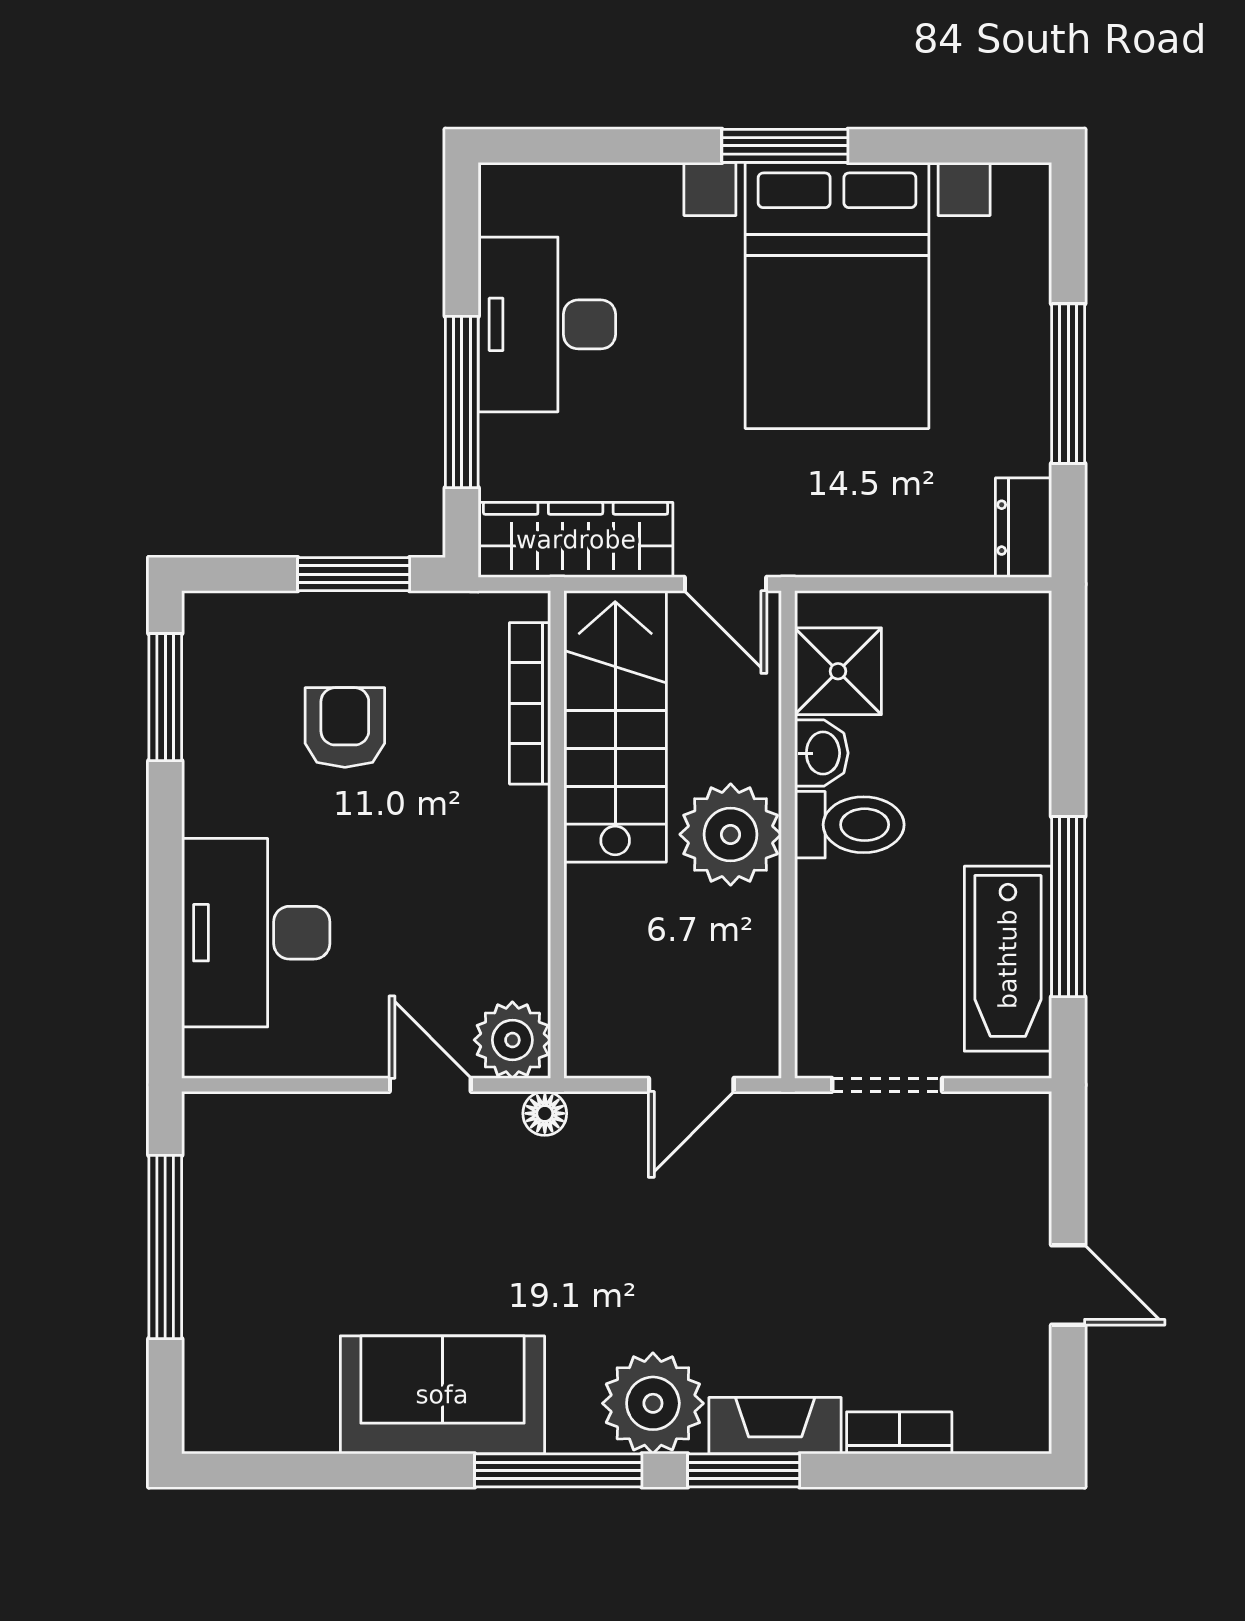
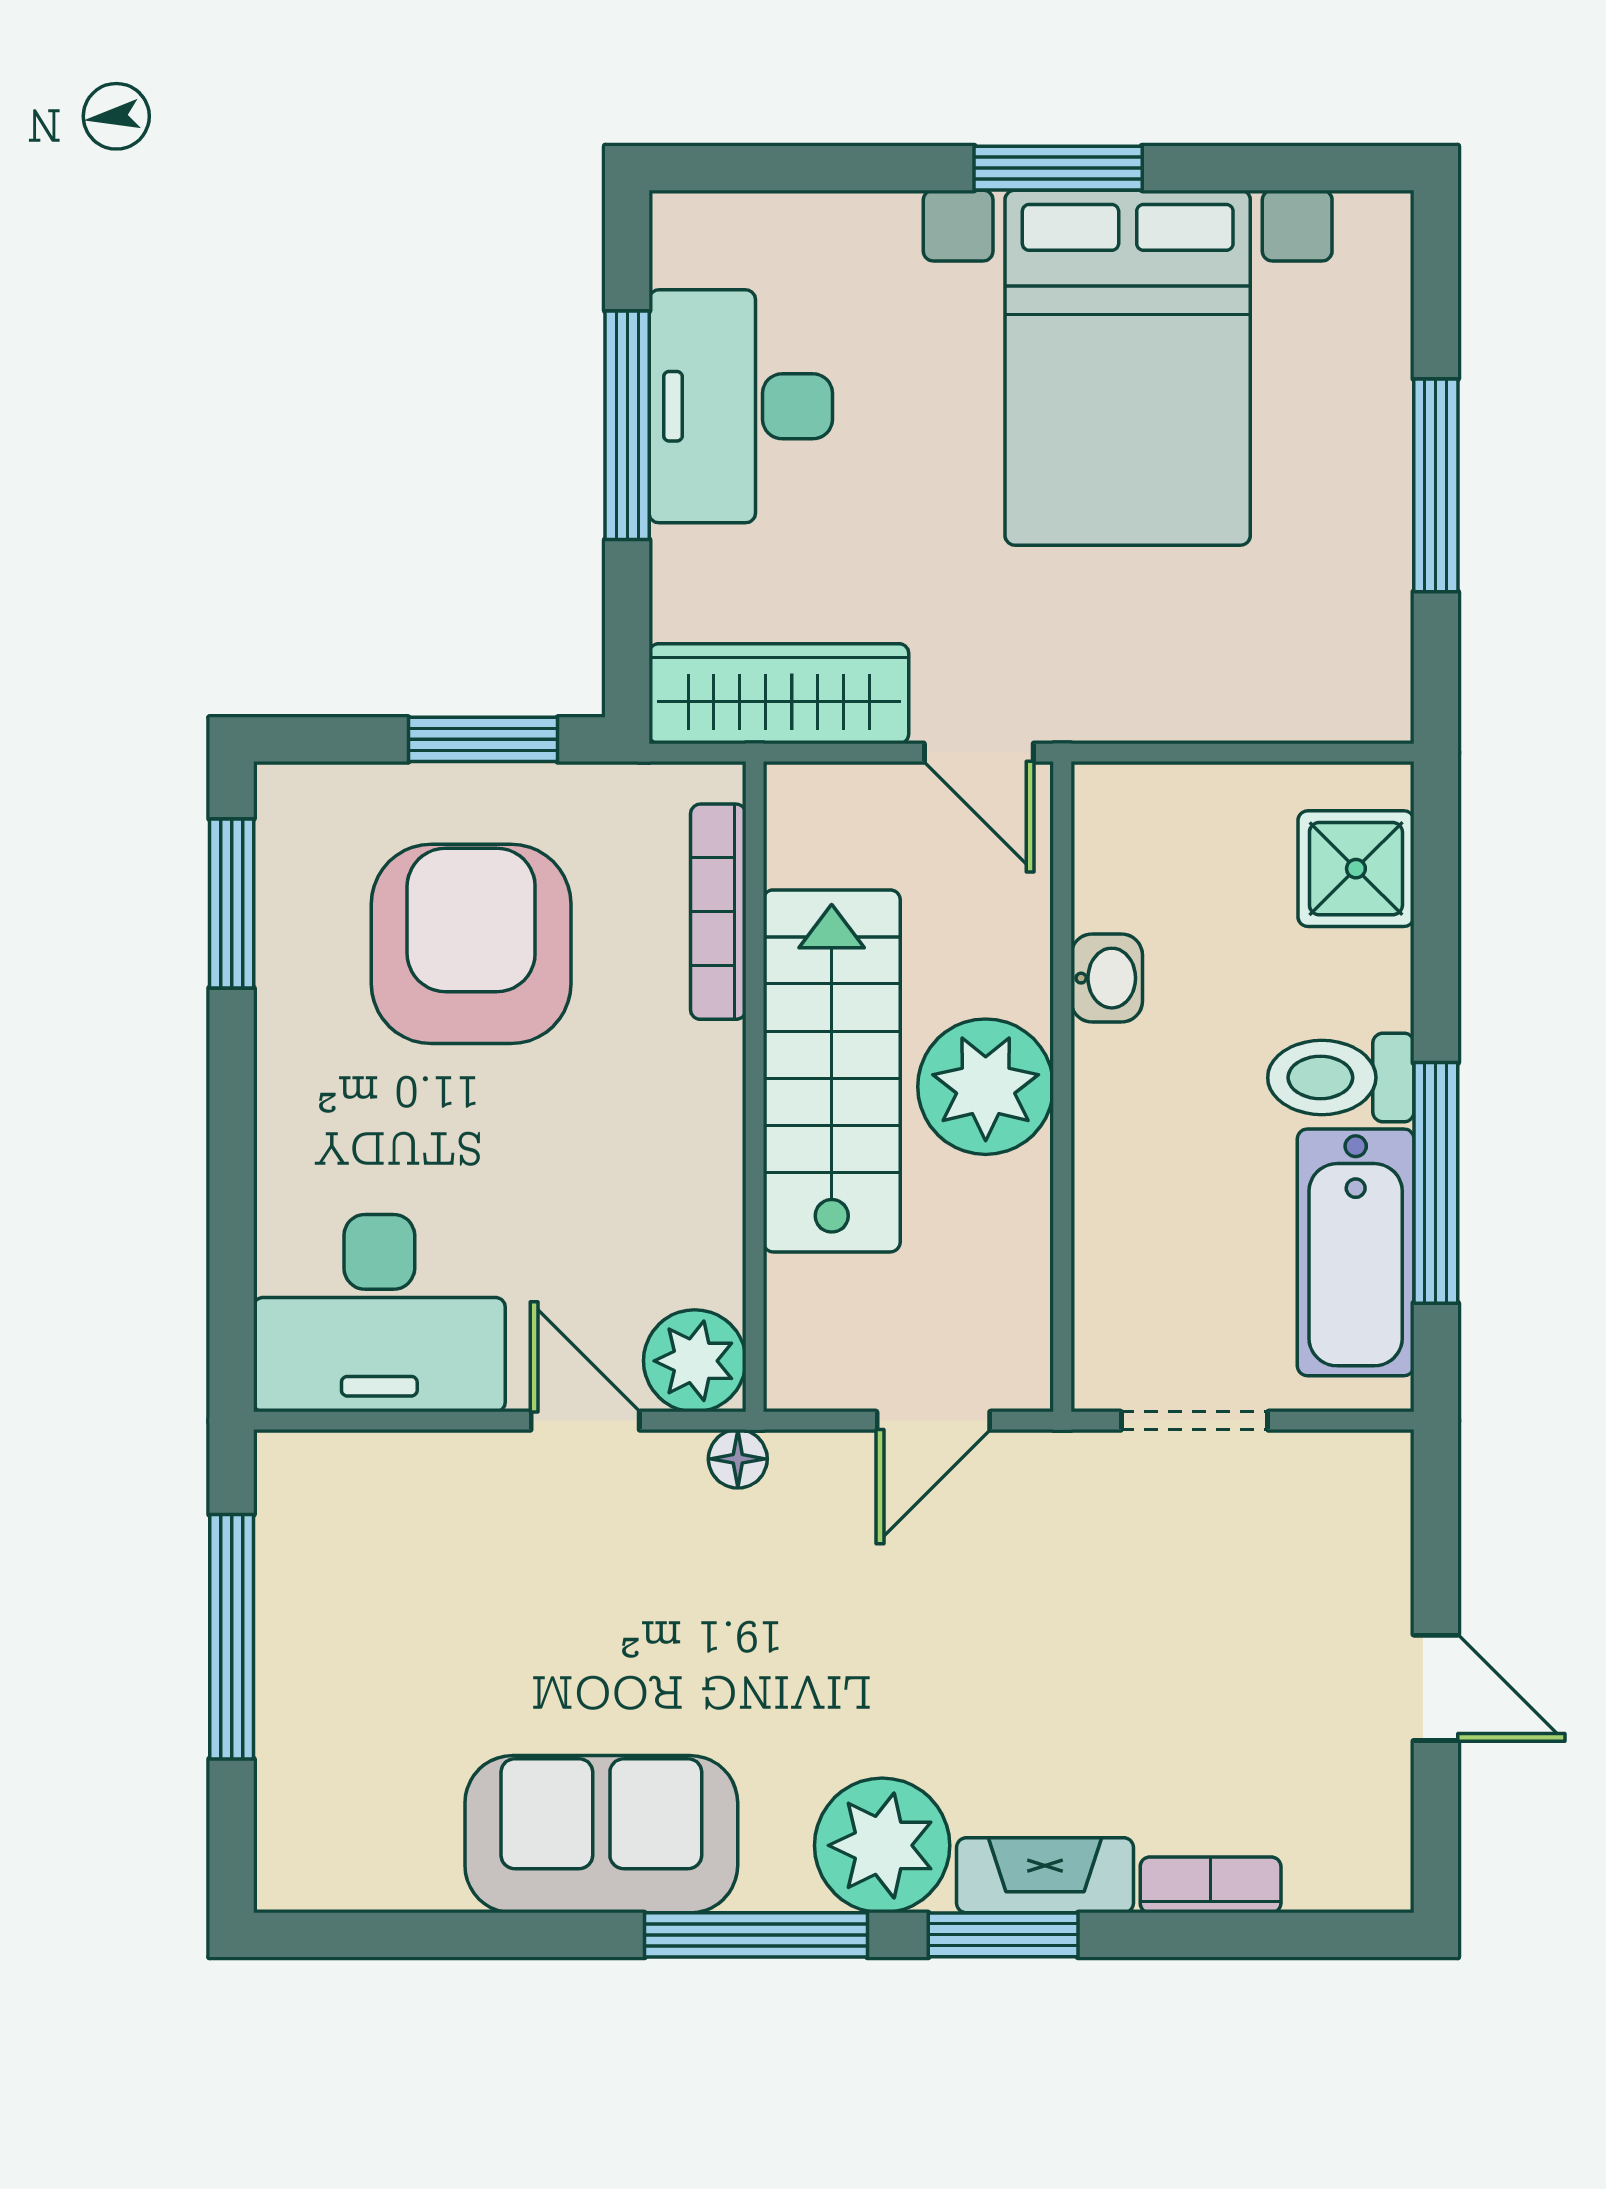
window: (462, 402) -> (627, 425), moved
dresser: (1024, 528) -> (1376, 677), removed
shower: (838, 671) -> (1356, 869), moved
stairs: (615, 726) -> (832, 1071), moved
armchair: (345, 727) -> (471, 944), width x1.88, depth x1.88
toilet: (849, 825) -> (1341, 1078), moved, turned 180
desk: (256, 933) -> (379, 1313), moved, turned -90

